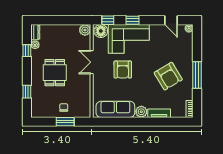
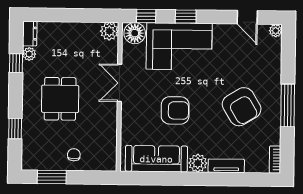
armchair: (123, 70) -> (175, 110), moved, turned -90
window: (65, 122) -> (52, 177), moved

